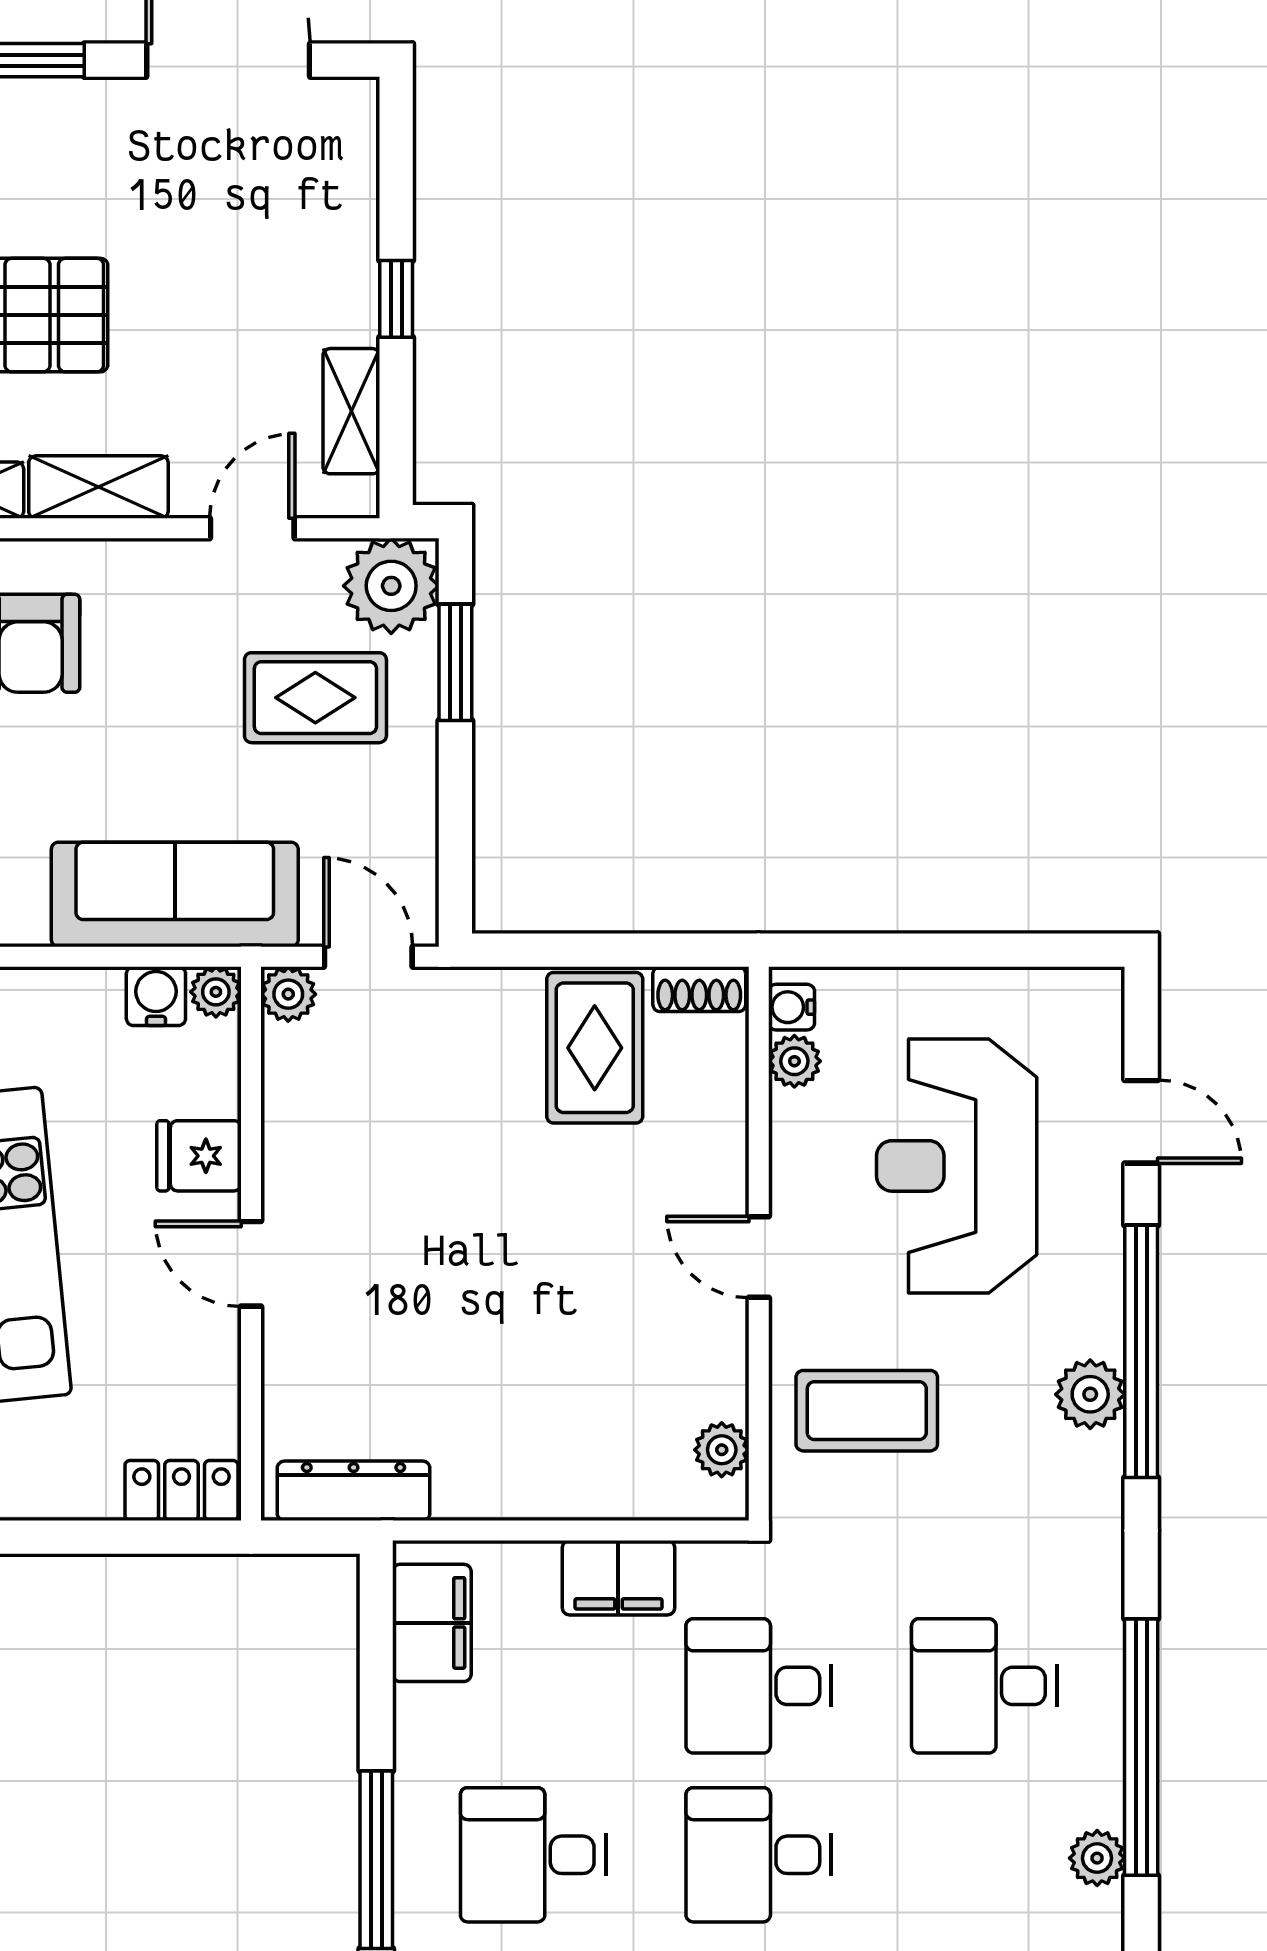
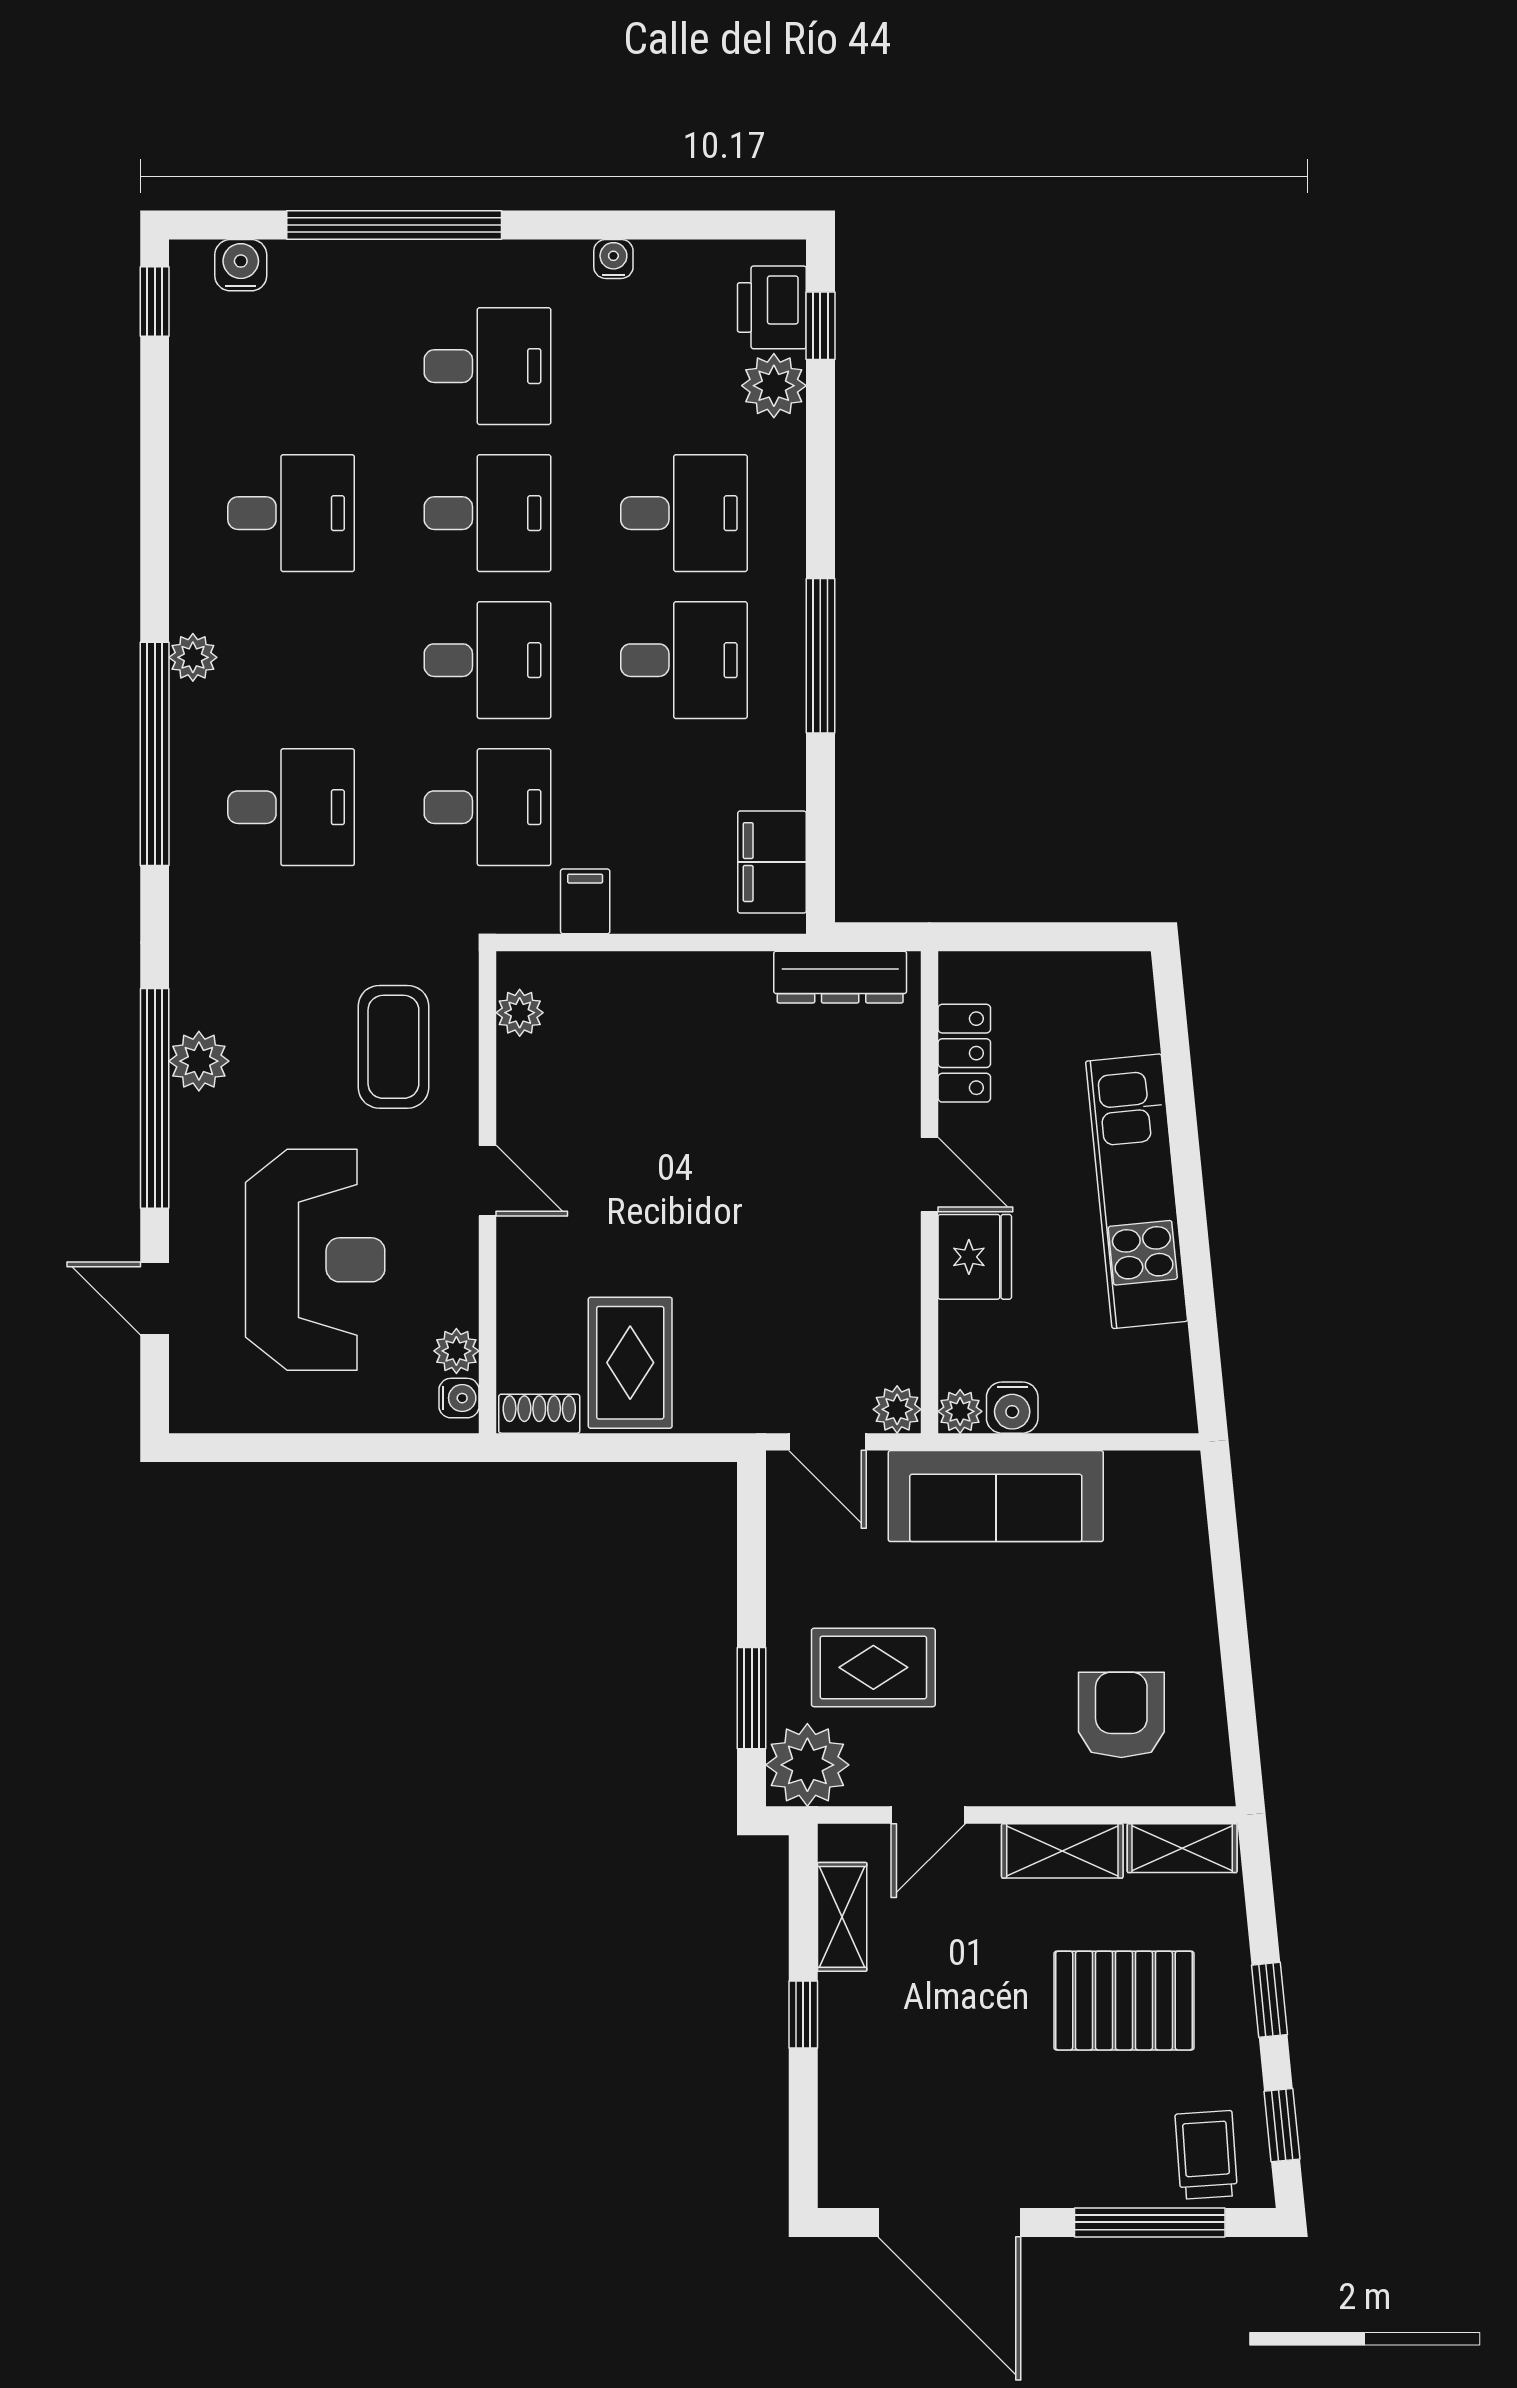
fridge: (199, 1156) -> (975, 1257), width x1.38
coffee table: (867, 1411) -> (393, 1047), turned 90
locker: (182, 1490) -> (964, 1053), moved, turned -90
filing cabinet: (618, 1578) -> (585, 901), width x0.50

